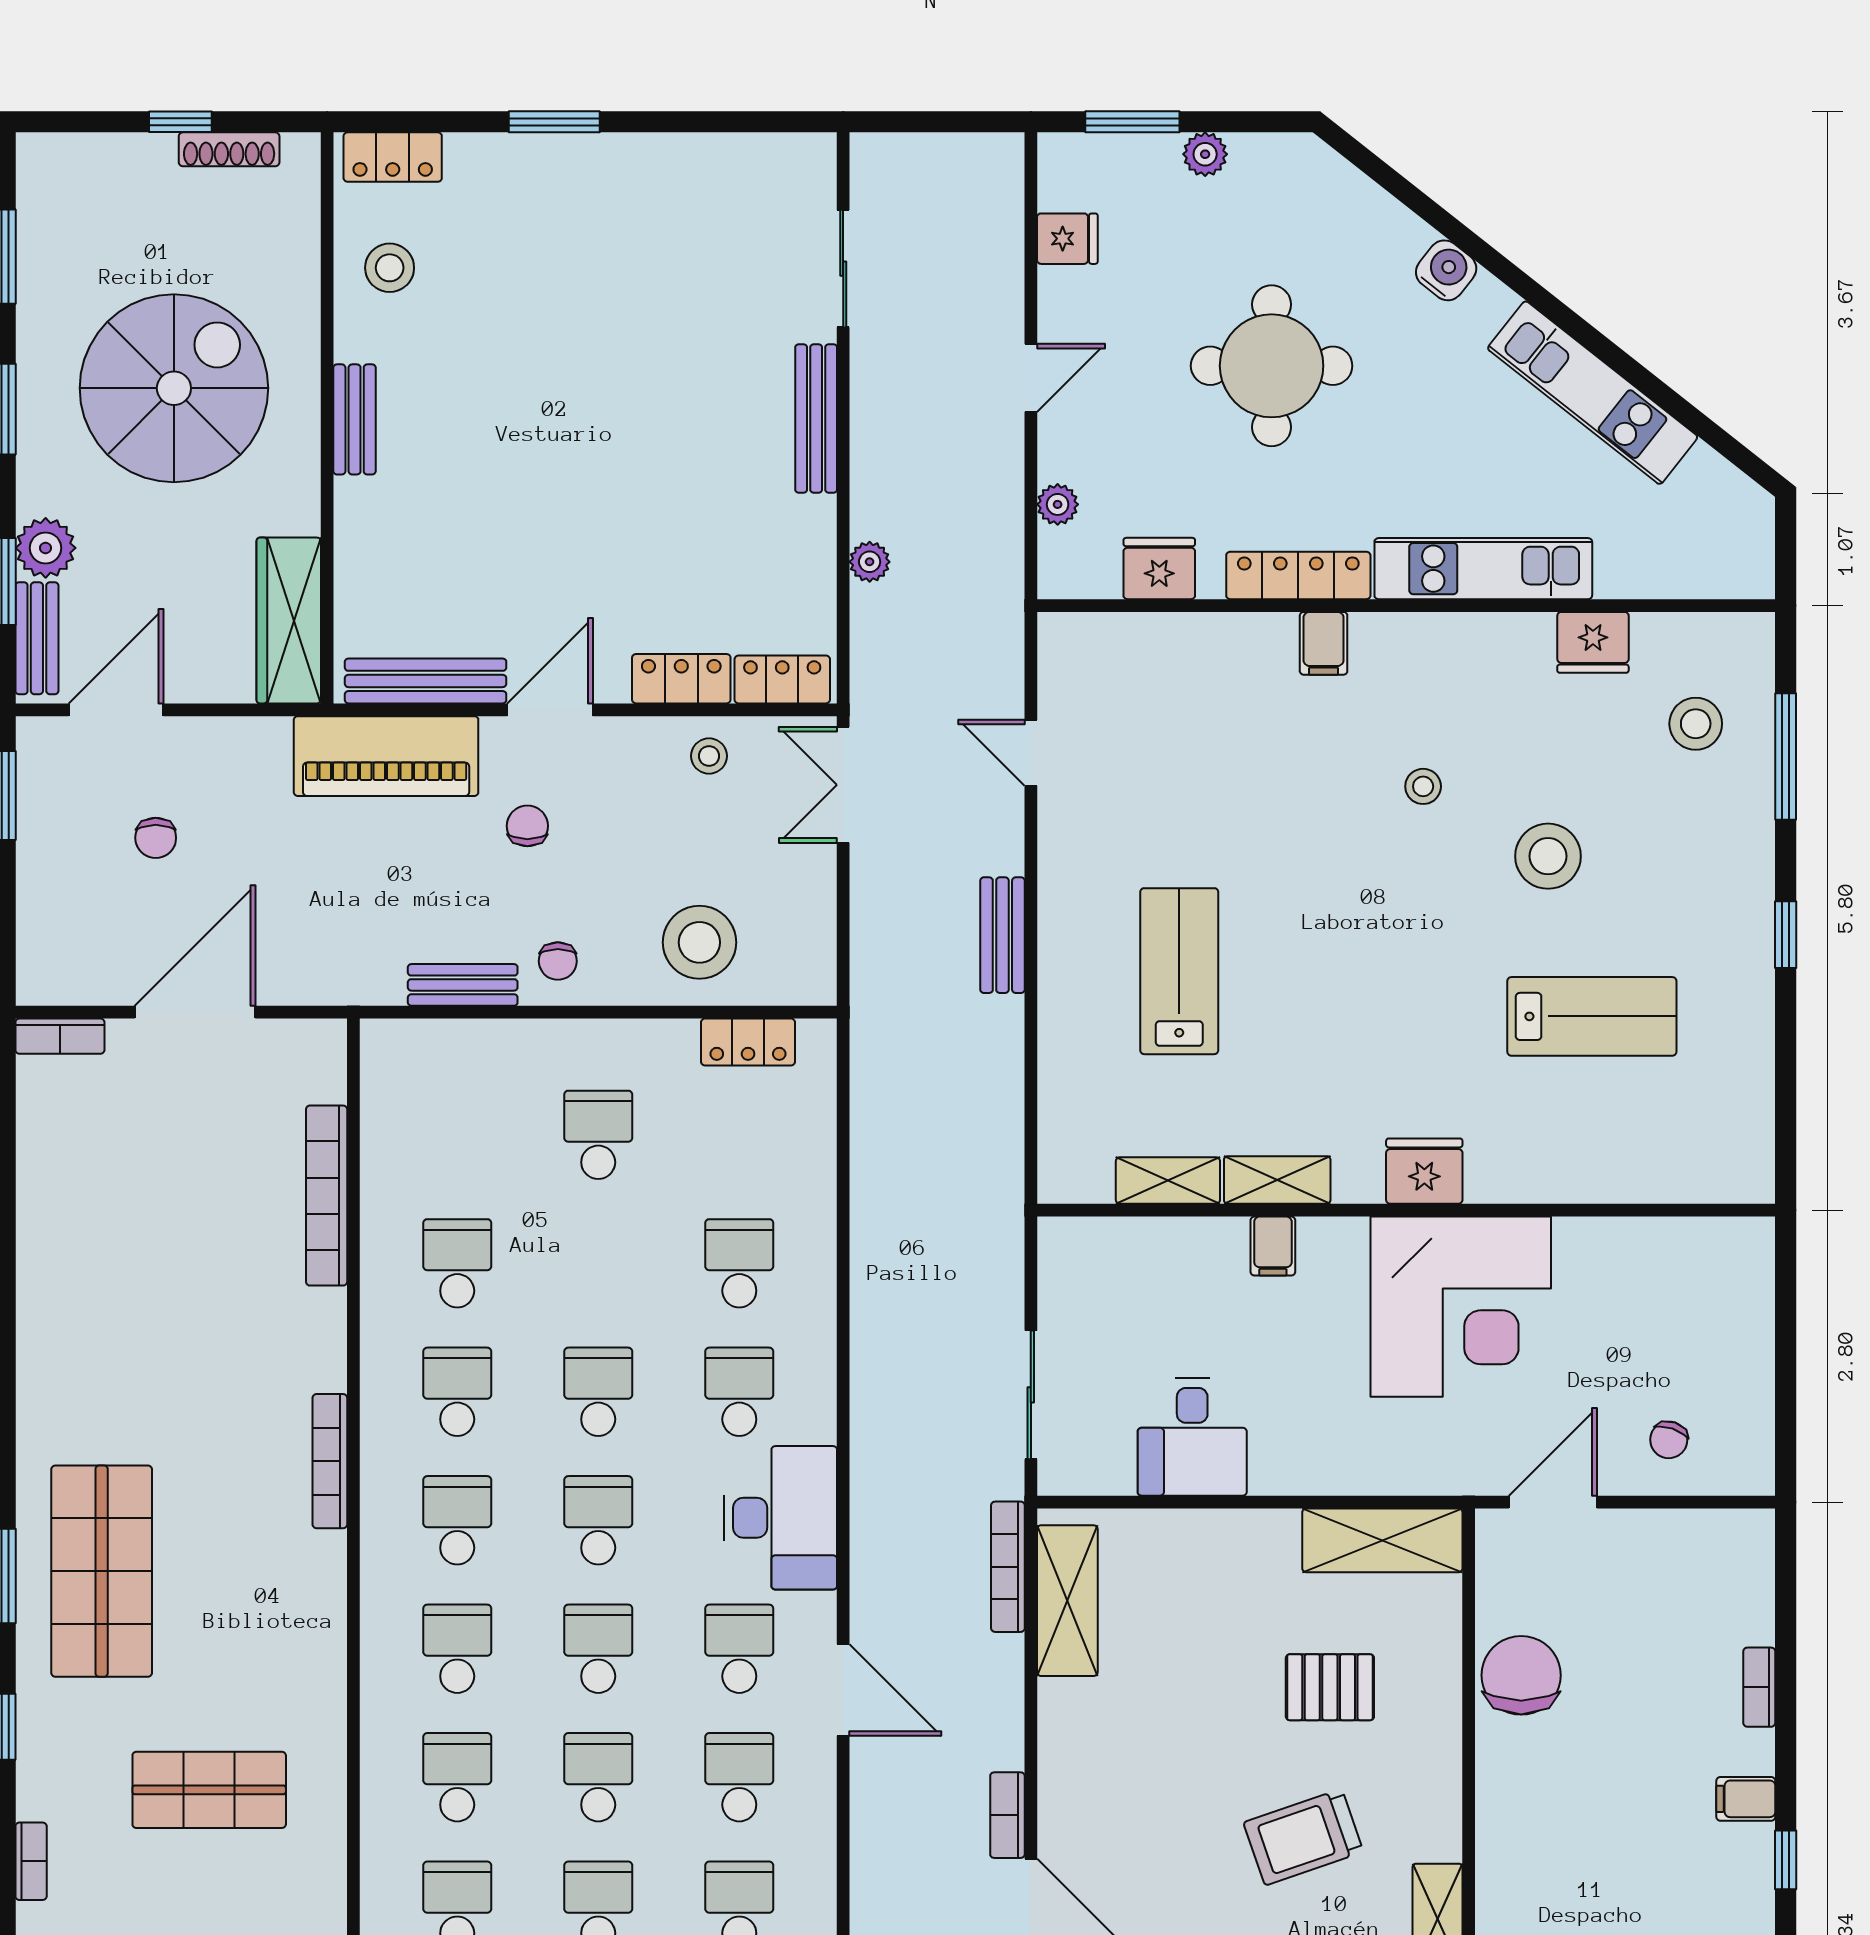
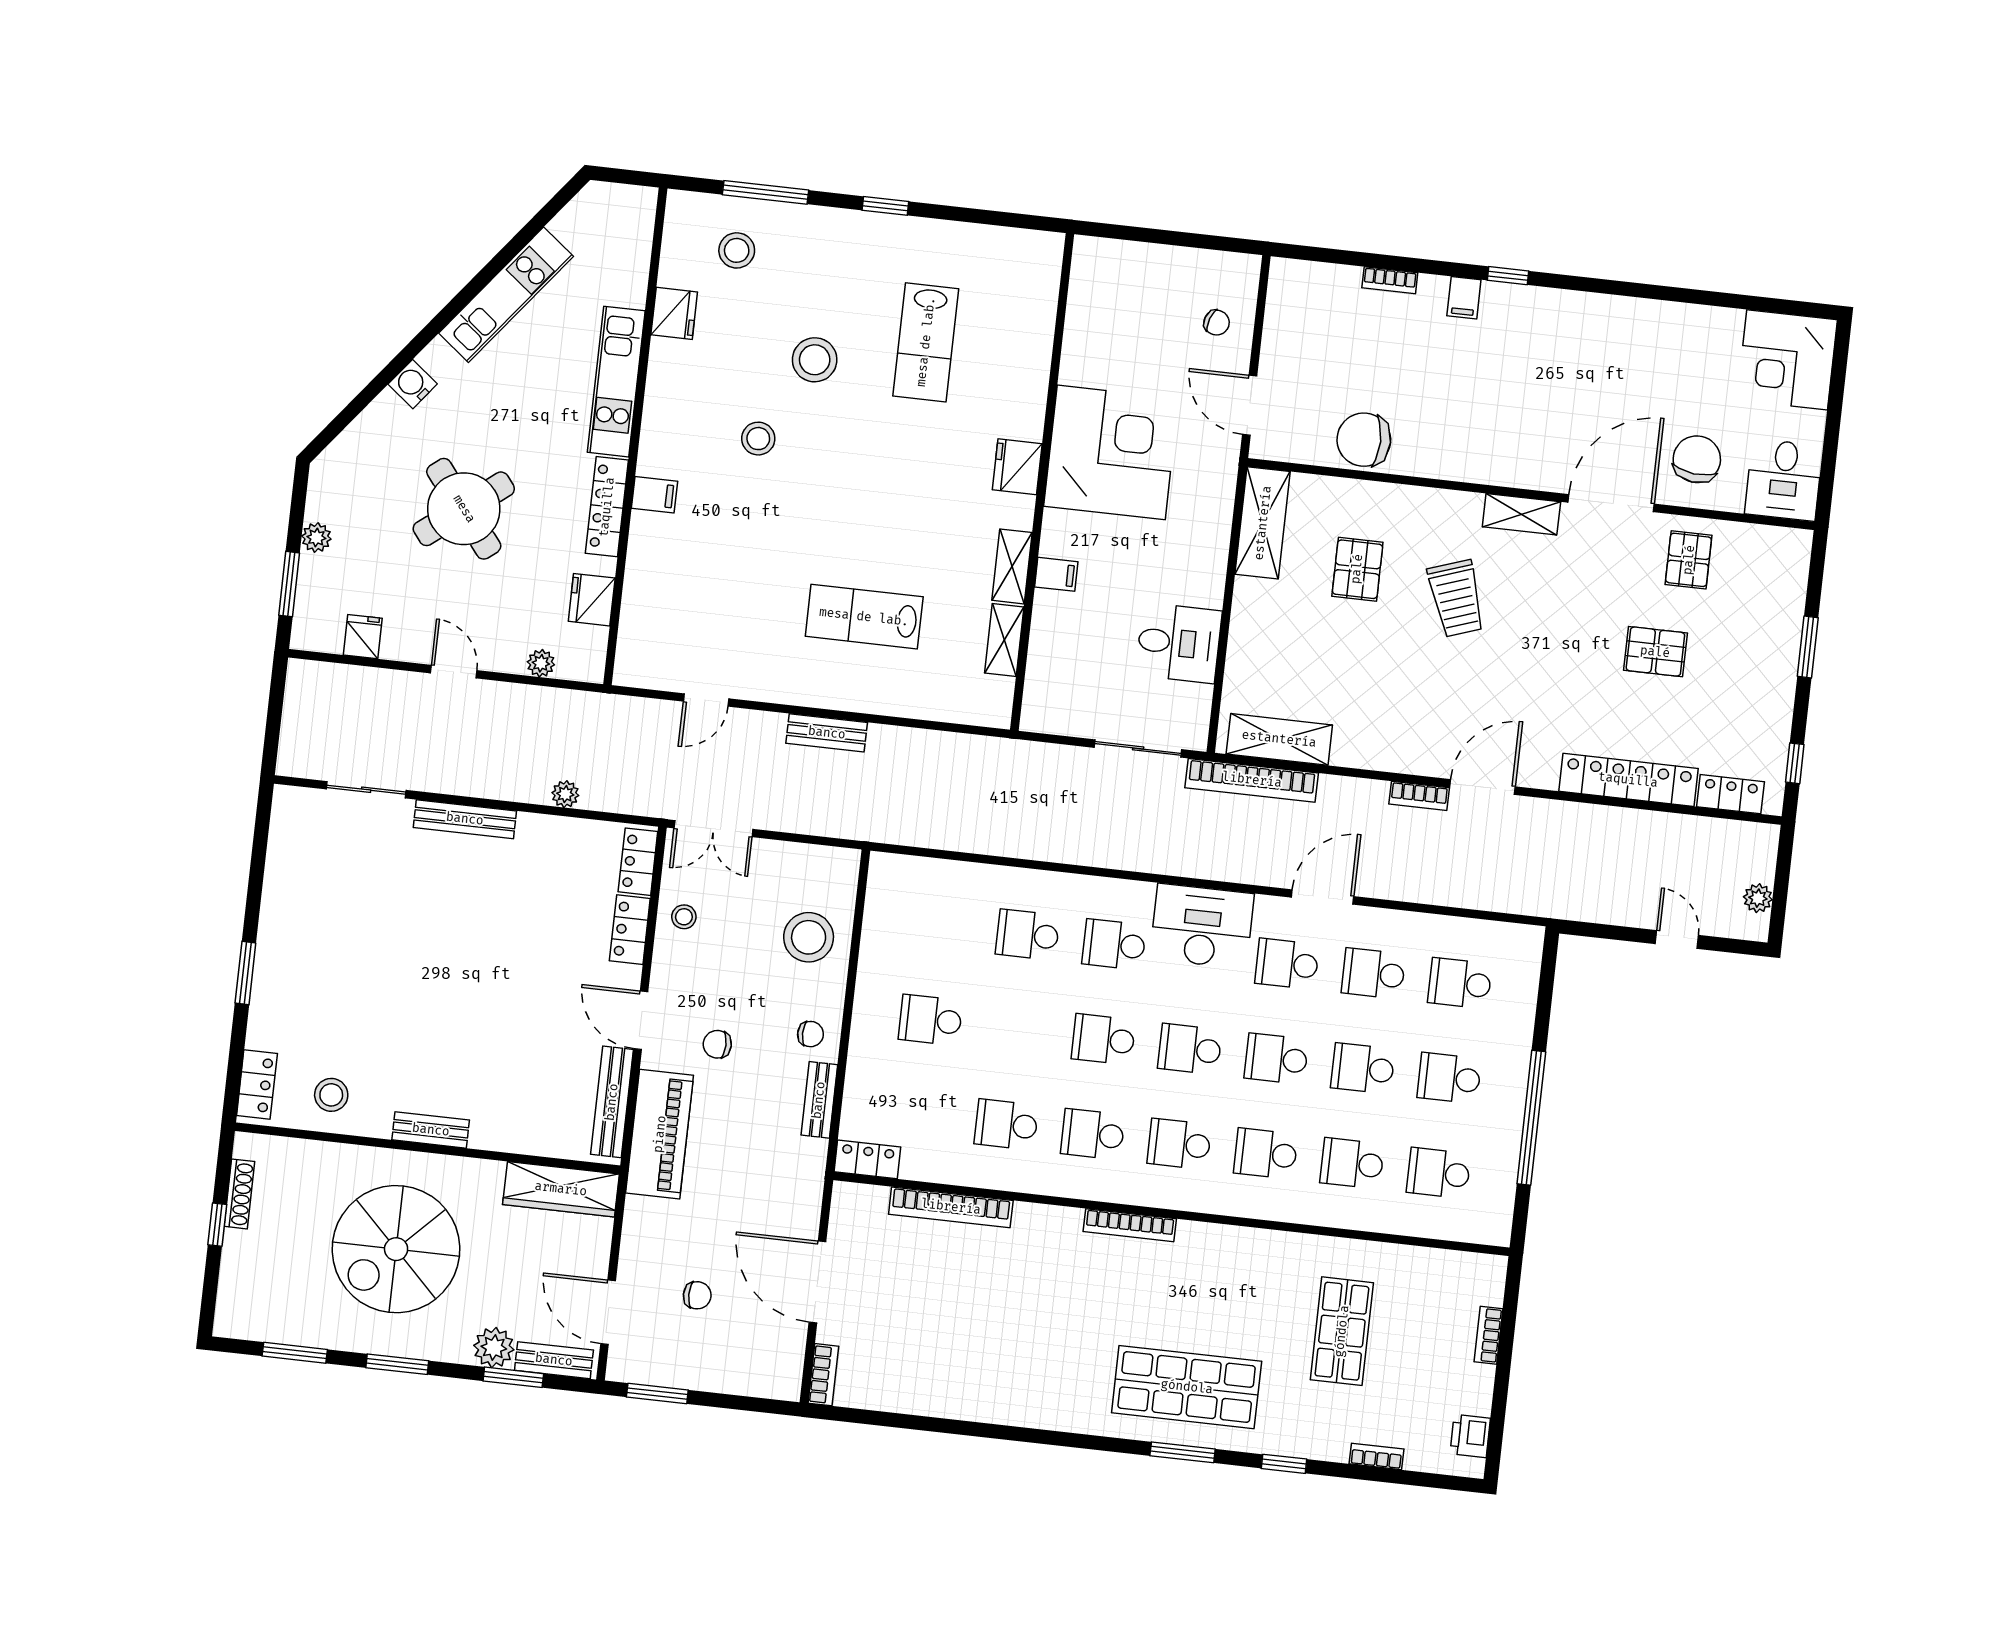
round table: (1272, 366) -> (464, 509), turned -38
spiral stairs: (174, 388) -> (396, 1249), turned -90
stool: (1423, 786) -> (758, 439), width x1.37, depth x1.37
lab bench: (1592, 1016) -> (926, 342), turned 180
locker: (748, 1042) -> (867, 1159), moved, turned -90
bookcase: (1008, 1567) -> (1252, 780), width x1.48, depth x1.31

